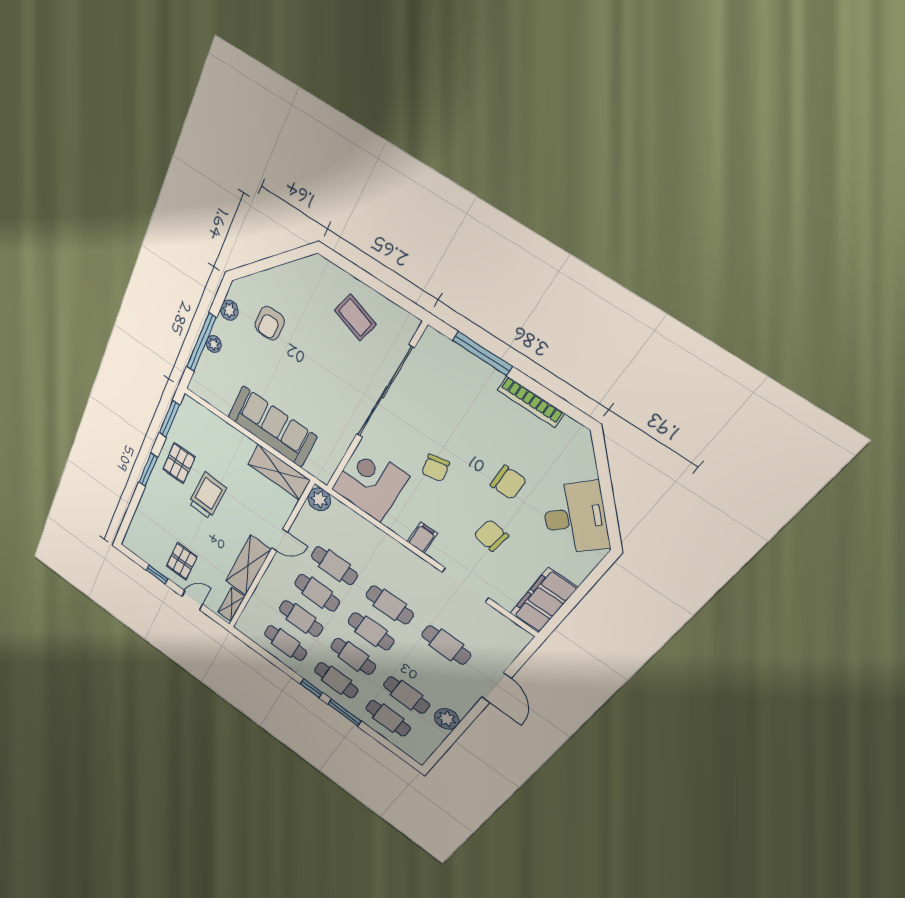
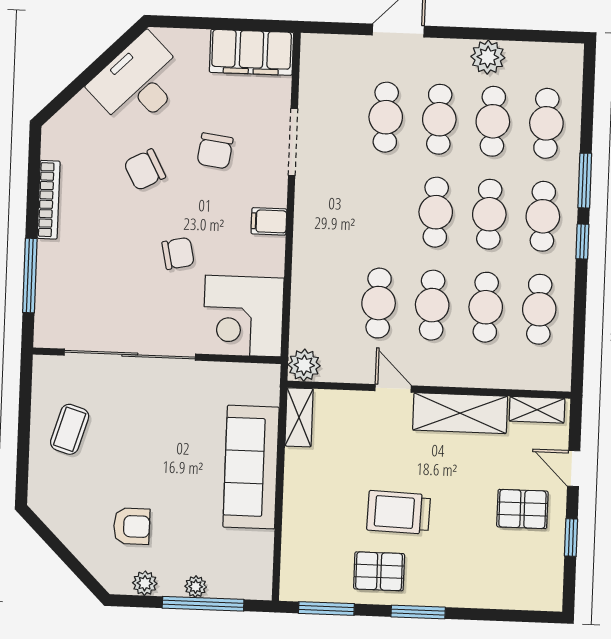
shelving: (279, 472) -> (299, 417), width x0.67, depth x0.75
chair: (508, 482) -> (145, 170), turned -118
cafe table: (390, 605) -> (439, 119), moved

